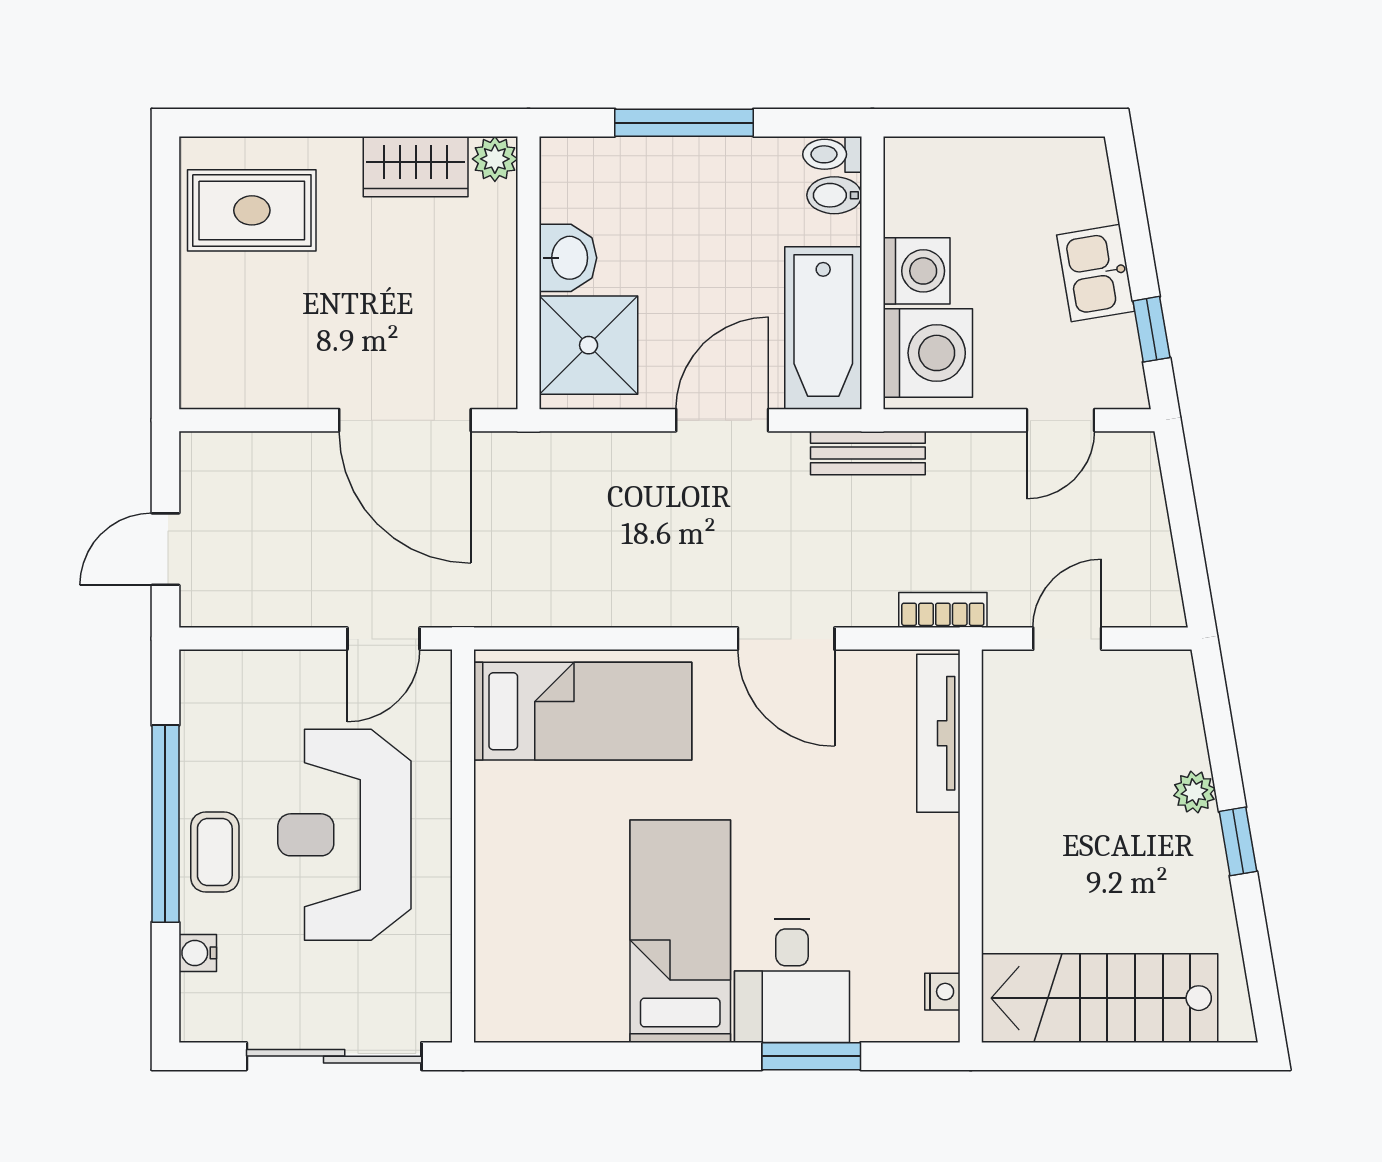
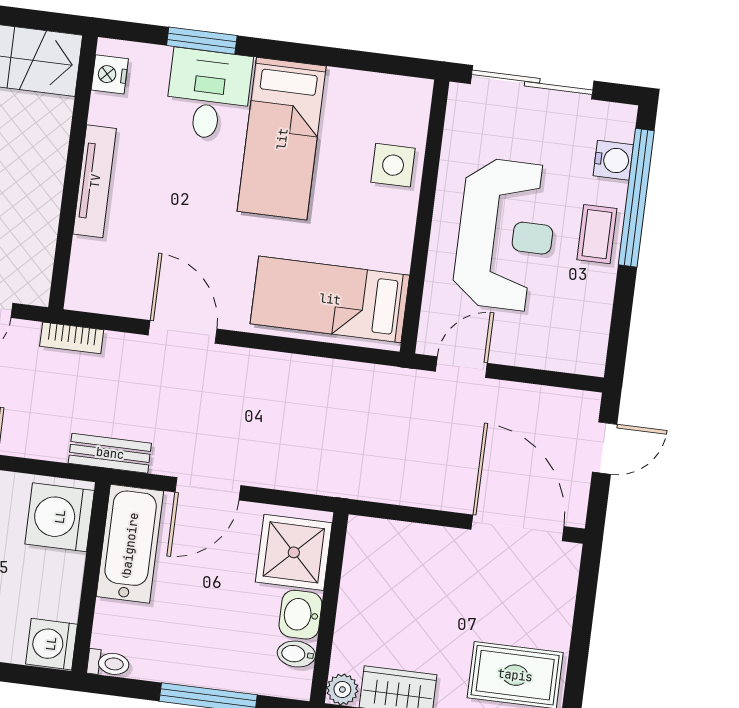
bidet: (834, 195) -> (296, 654), moved, turned 180
washing machine: (917, 271) -> (51, 644), moved
door: (405, 420) -> (518, 528), moved
tv unit: (938, 733) -> (95, 181), moved
window: (165, 824) -> (636, 198), moved
side table: (517, 913) -> (393, 165), added
water cooler: (198, 953) -> (613, 160), width x1.38, depth x1.38
nightstand: (942, 992) -> (110, 74), width x1.39, depth x1.35

